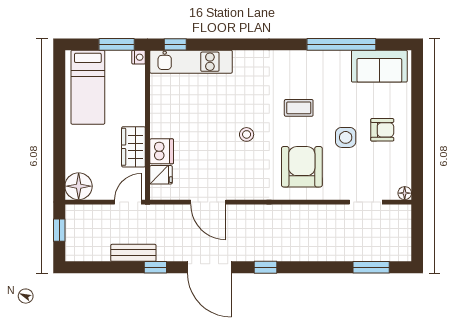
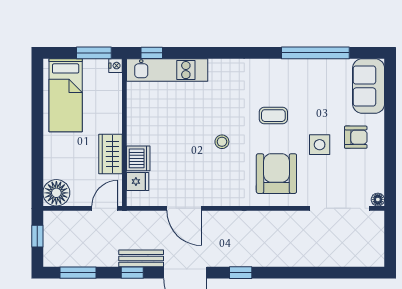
sofa: (379, 66) -> (369, 86), moved, turned 90
doorway: (366, 202) -> (340, 208), width x1.87
bench: (133, 253) -> (141, 258), moved
window: (371, 267) -> (78, 273), moved

